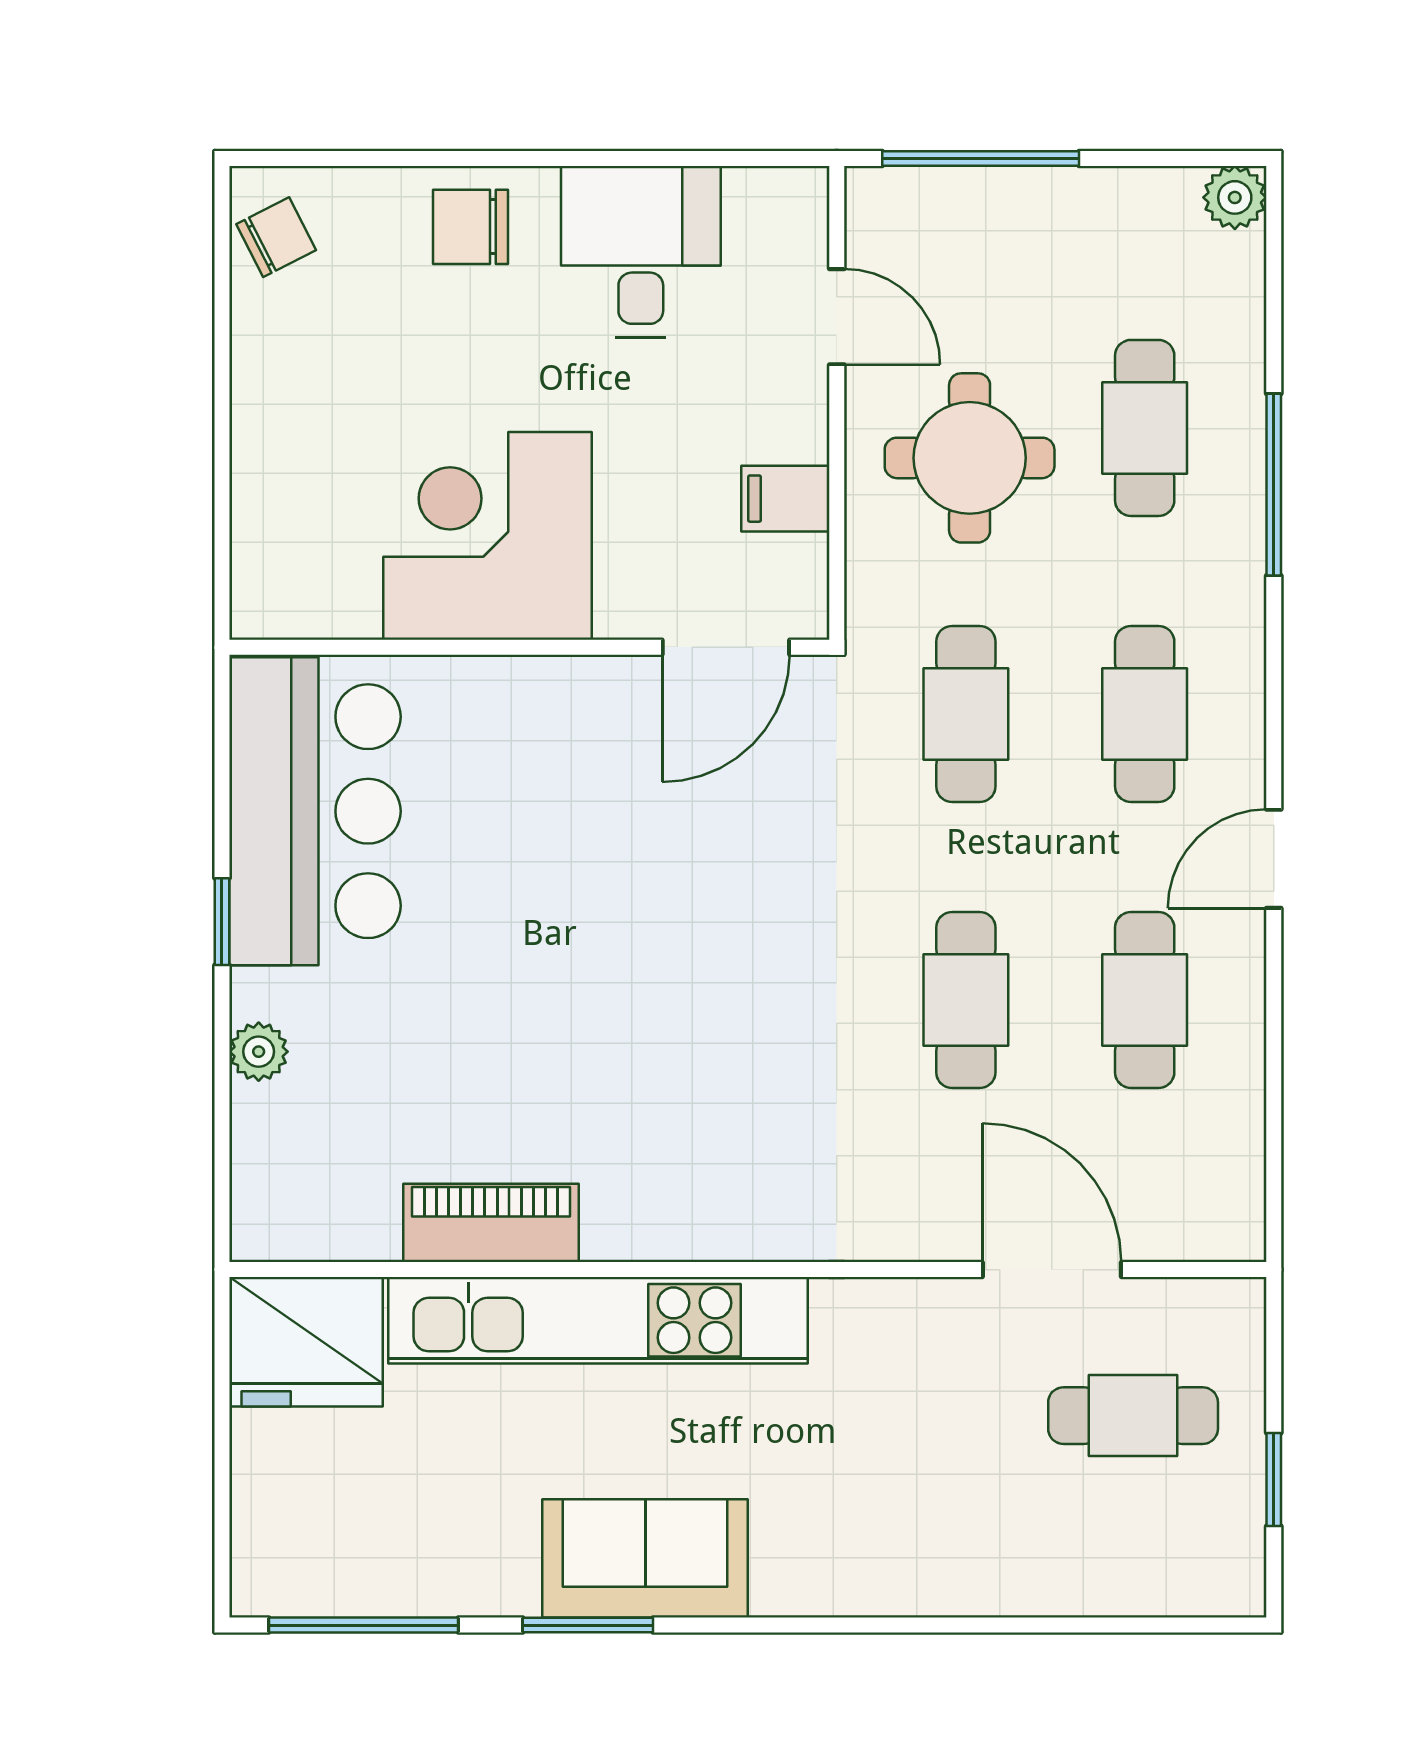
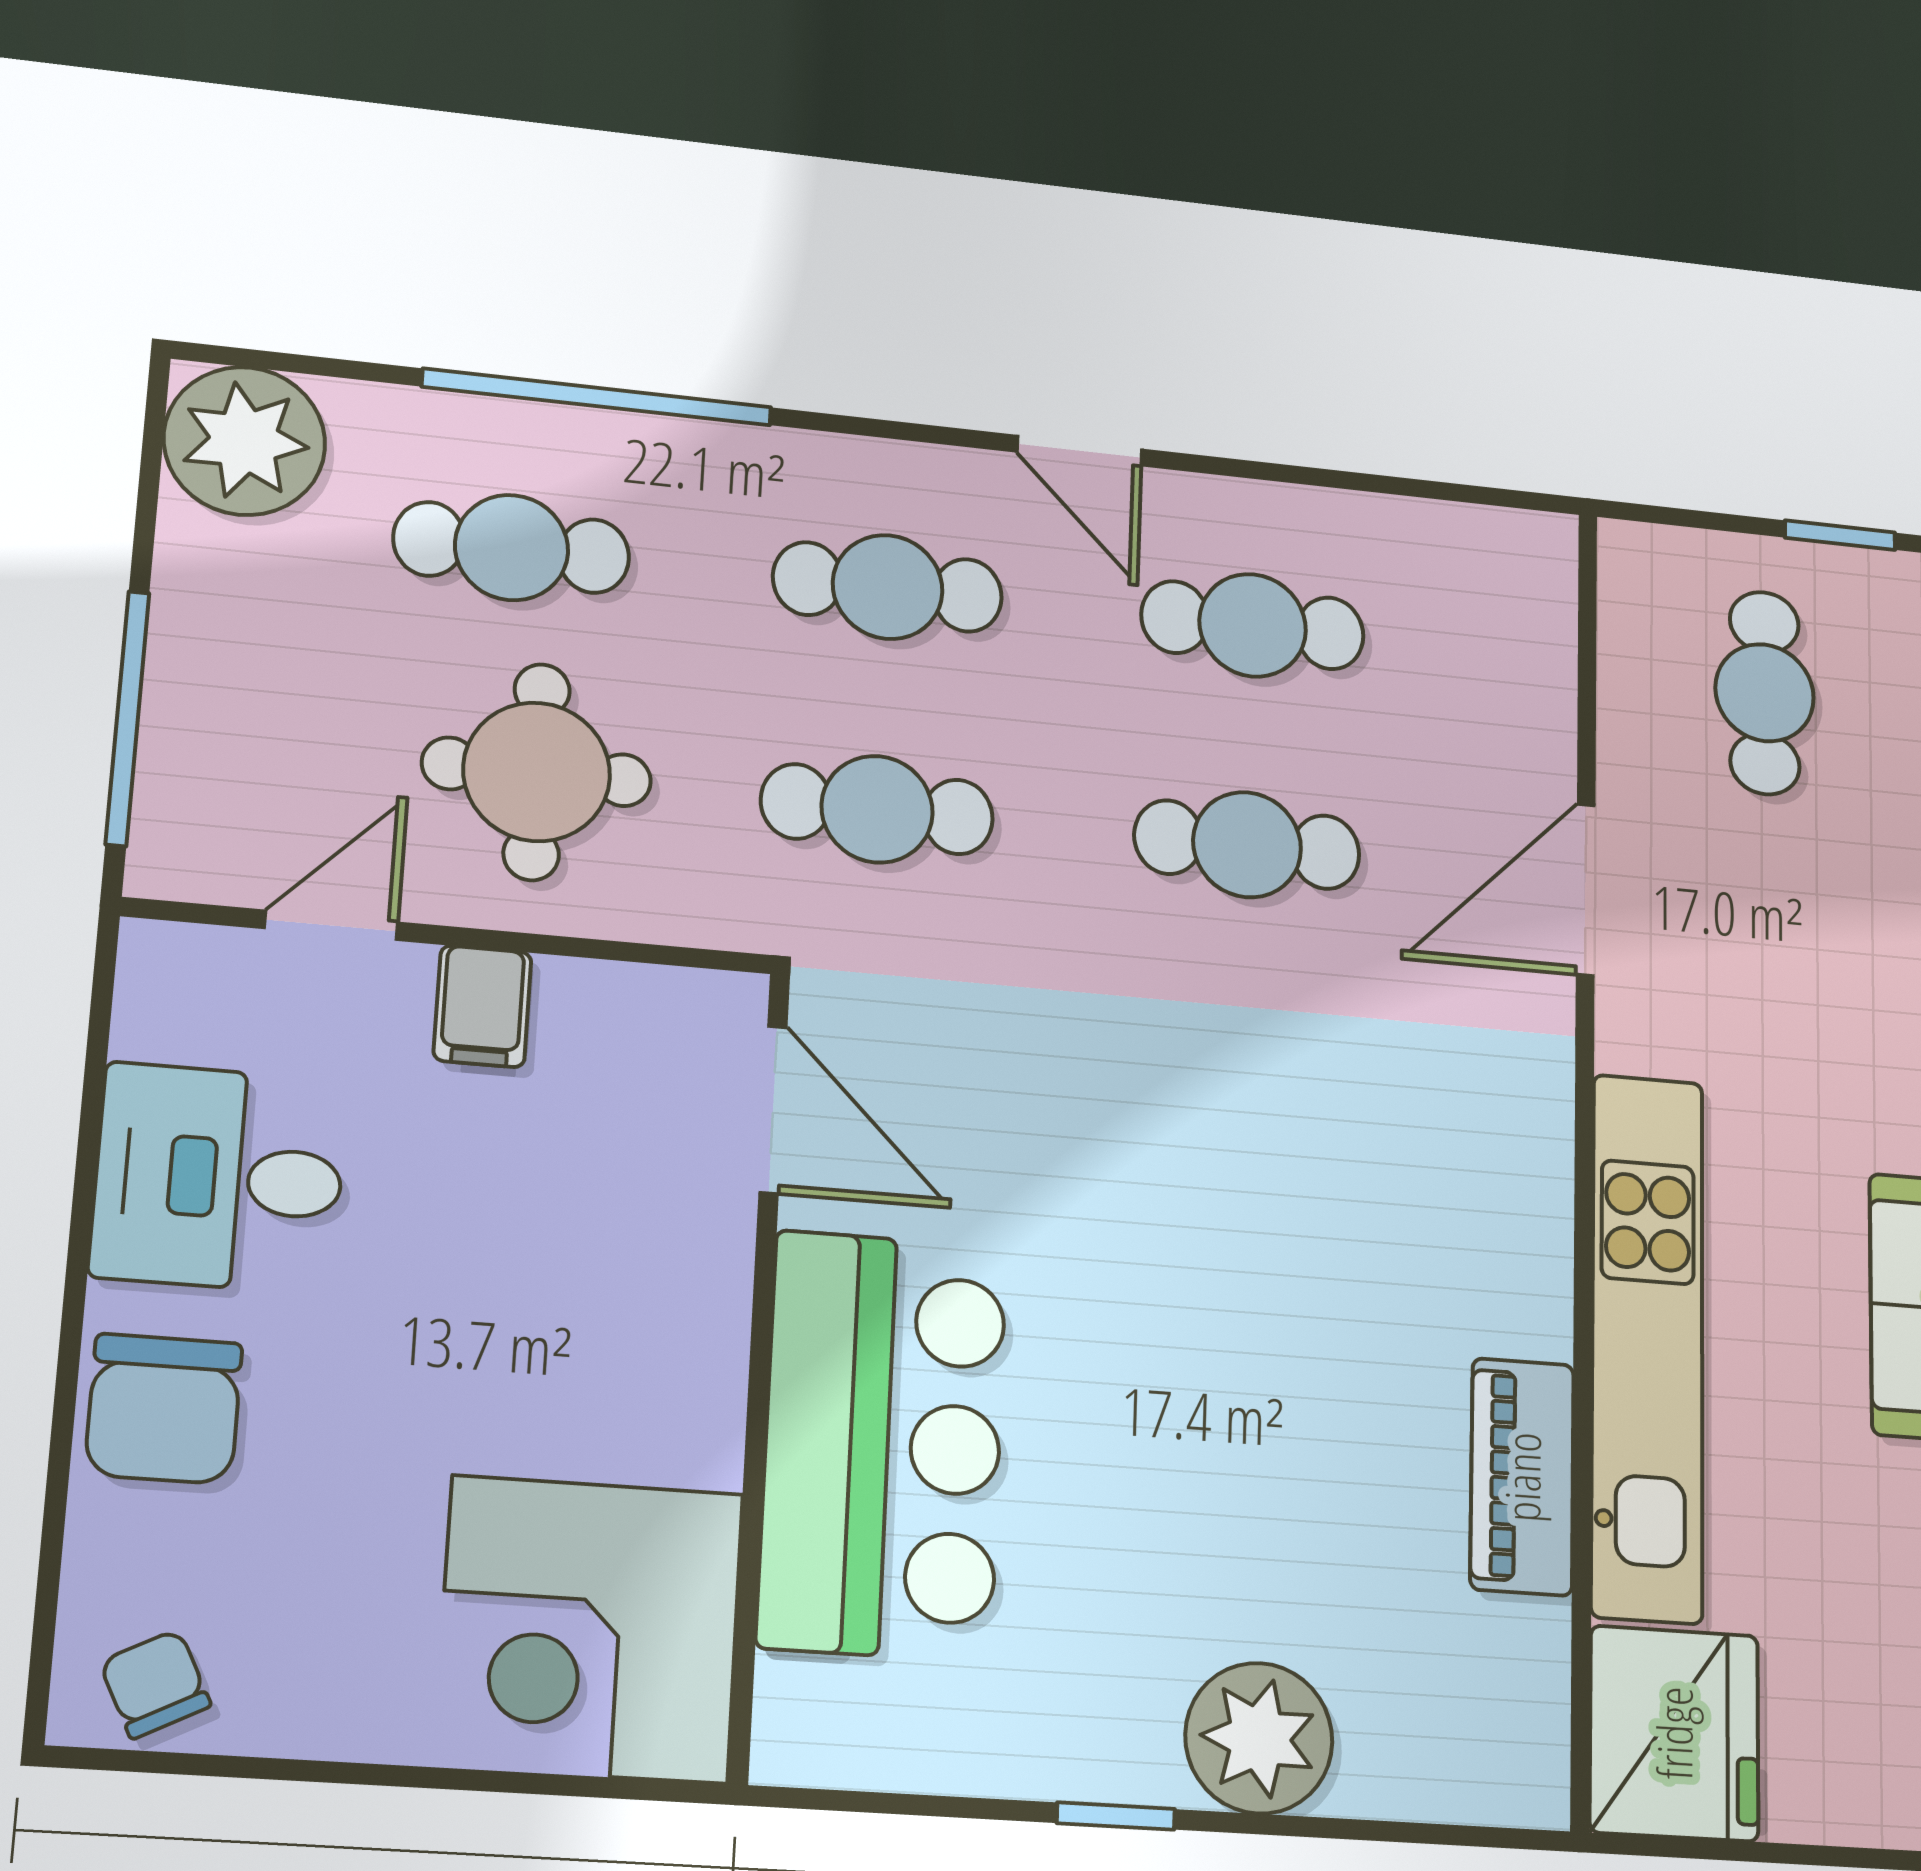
plant: (1235, 197) -> (245, 441), width x1.87, depth x1.87
chair: (470, 227) -> (164, 1409), width x1.37, depth x1.37
window: (1274, 485) -> (597, 397), width x1.46
filing cabinet: (785, 499) -> (482, 1006), moved
corner desk: (488, 536) -> (589, 1629), moved
bar counter: (315, 811) -> (883, 1445), moved, turned 90
plant: (259, 1052) -> (1259, 1738), width x1.88, depth x1.88
door: (1052, 1270) -> (1586, 890), moved

